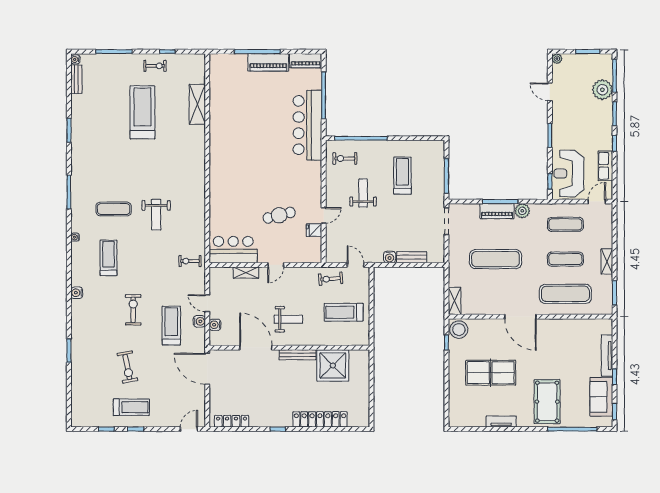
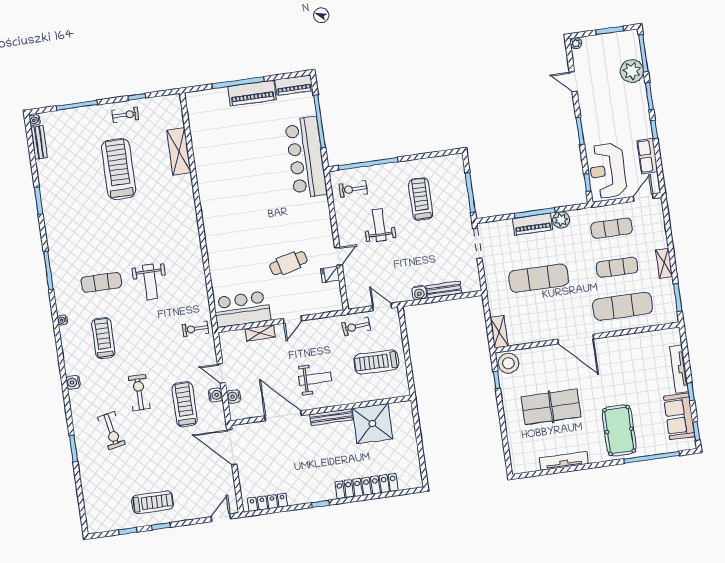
exercise bike: (127, 367) -> (111, 431), moved
tv unit: (501, 421) -> (564, 461), width x1.41

